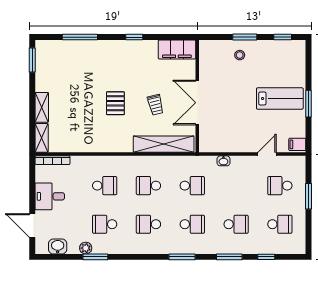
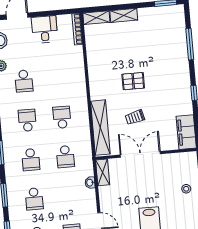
shelving: (213, 146) -> (103, 172), added
school desk: (105, 186) -> (58, 78), removed
school desk: (105, 224) -> (24, 81), turned 180

